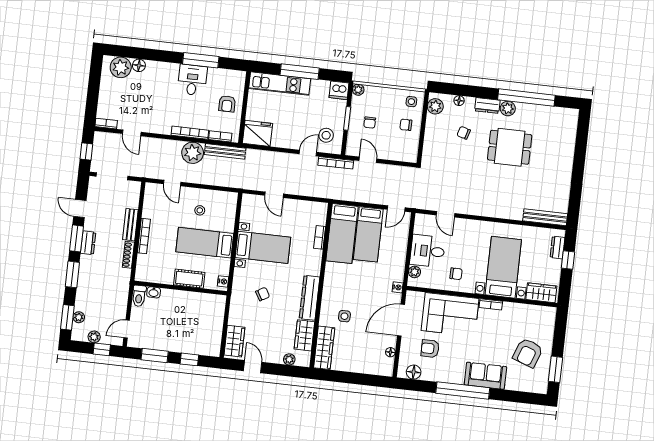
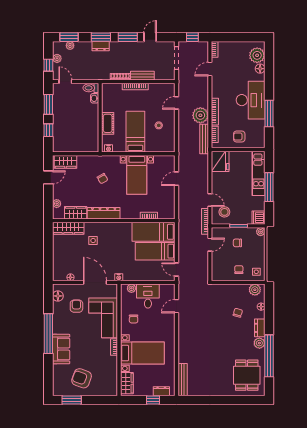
desk: (192, 80) -> (251, 100), width x1.87, depth x1.30
dining table: (510, 147) -> (247, 375), moved
dresser: (88, 243) -> (101, 46), moved

